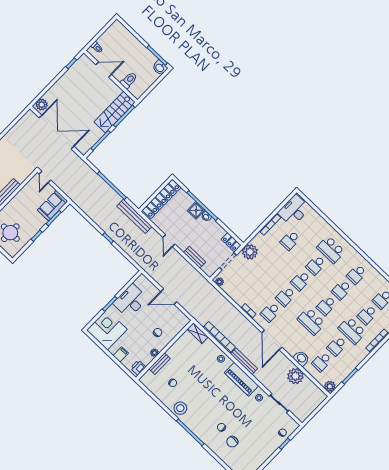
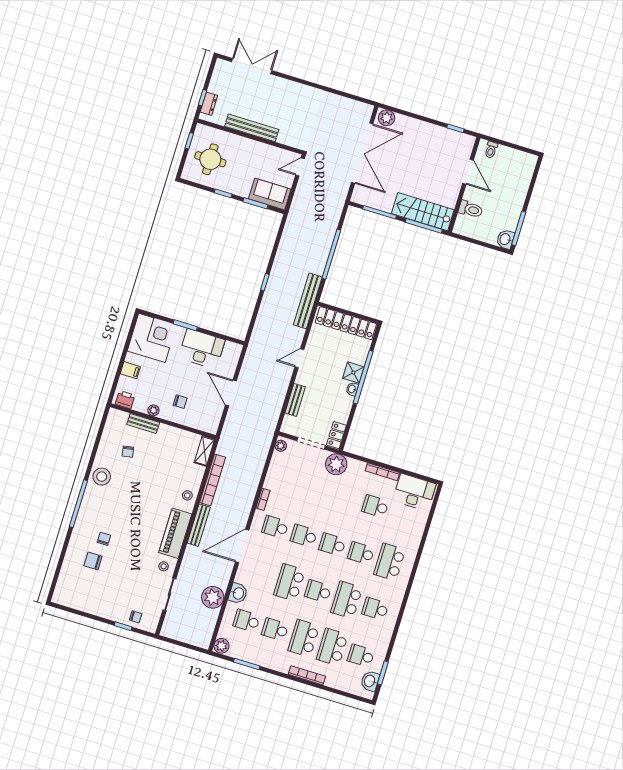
school desk: (341, 290) -> (347, 600), width x1.85
school desk: (367, 315) -> (332, 647), width x1.85

